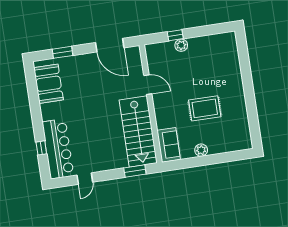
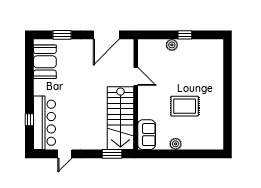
window: (175, 35) -> (185, 35), moved
door: (110, 45) -> (106, 35), hinge flipped

